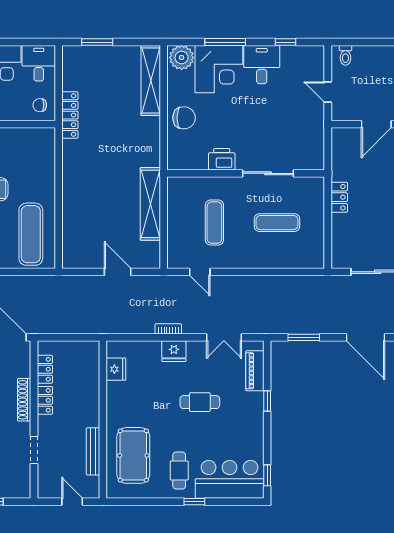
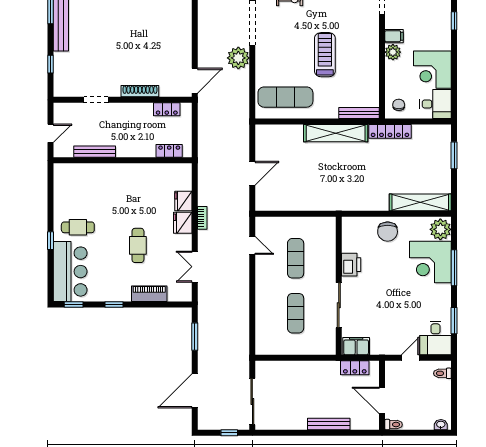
window: (285, 42) -> (454, 321), width x1.50
desk: (262, 65) -> (436, 338), moved, turned 90
bench: (49, 150) -> (359, 113), added
filing cabinet: (314, 154) -> (356, 346), added
locker: (339, 197) -> (355, 368), moved
shelving: (150, 204) -> (336, 133), moved
exercise mat: (214, 223) -> (296, 258), turned 90
door: (200, 272) -> (252, 245), swing flipped
fridge: (116, 369) -> (183, 201), moved, turned 90
piano: (255, 371) -> (149, 294), moved
locker: (45, 400) -> (169, 151), moved, turned 180
window: (267, 401) -> (114, 304), moved
pool table: (133, 455) -> (91, 187), removed

